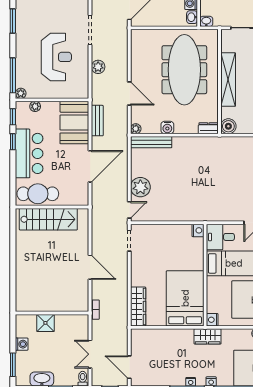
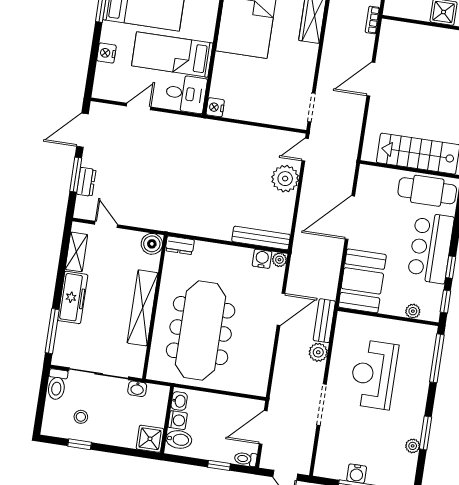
washbasin: (206, 21) -> (137, 389), moved
plant: (21, 93) -> (413, 446), moved
door: (129, 94) -> (281, 309), swing flipped
bench: (97, 121) -> (324, 321), moved
water cooler: (167, 127) -> (262, 259), moved
door: (90, 267) -> (371, 79), hinge flipped

